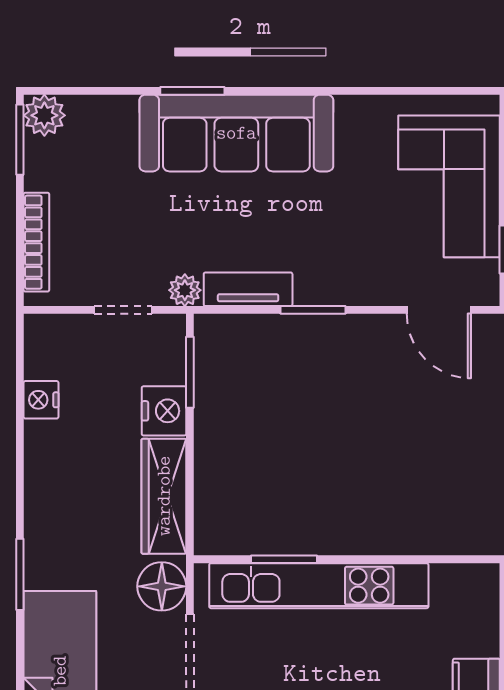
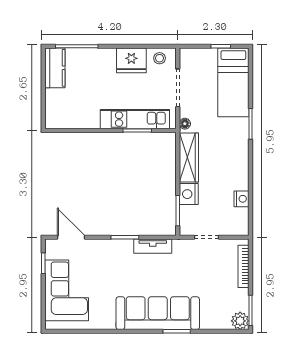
plant: (185, 290) -> (180, 246), removed
floor lamp: (162, 586) -> (185, 124), width x0.53, depth x0.53
kitchen unit: (319, 586) -> (135, 119), width x0.73

